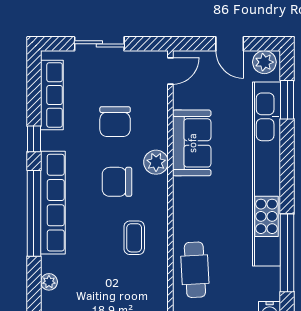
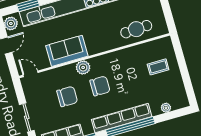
chair: (117, 182) -> (100, 86), turned -90
coffee table: (134, 238) -> (158, 67), moved

